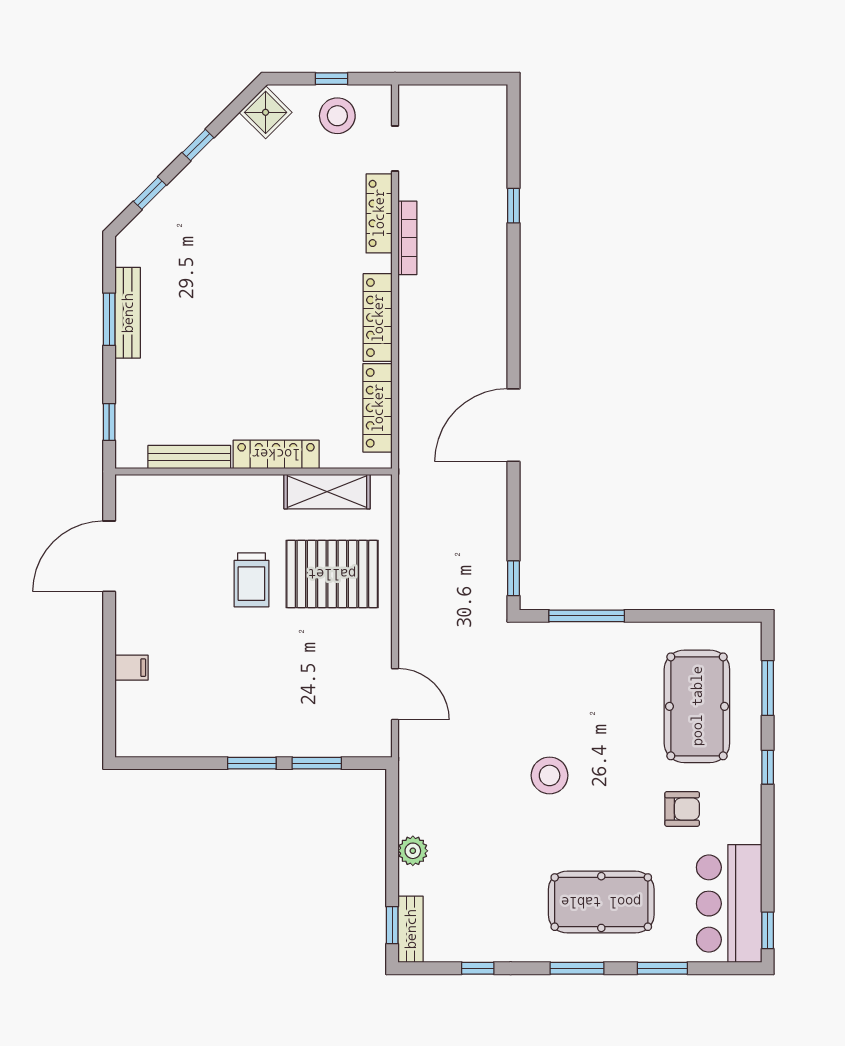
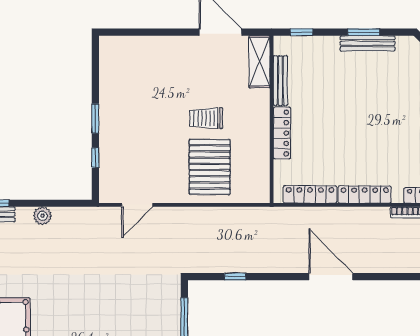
door: (513, 425) -> (331, 277), moved
shelving: (327, 492) -> (259, 62), moved
window: (513, 578) -> (235, 277), moved
filing cabinet: (132, 668) -> (153, 46), removed
window: (317, 763) -> (95, 158), width x0.67
stool: (550, 775) -> (88, 298), removed

